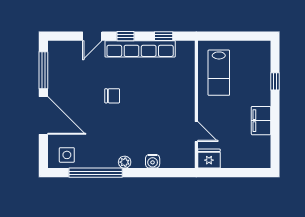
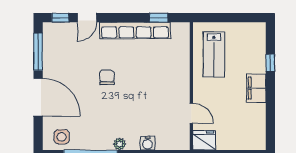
window: (126, 36) -> (60, 18), moved
chair: (112, 96) -> (107, 77), turned -90
filing cabinet: (261, 121) -> (256, 88), moved

